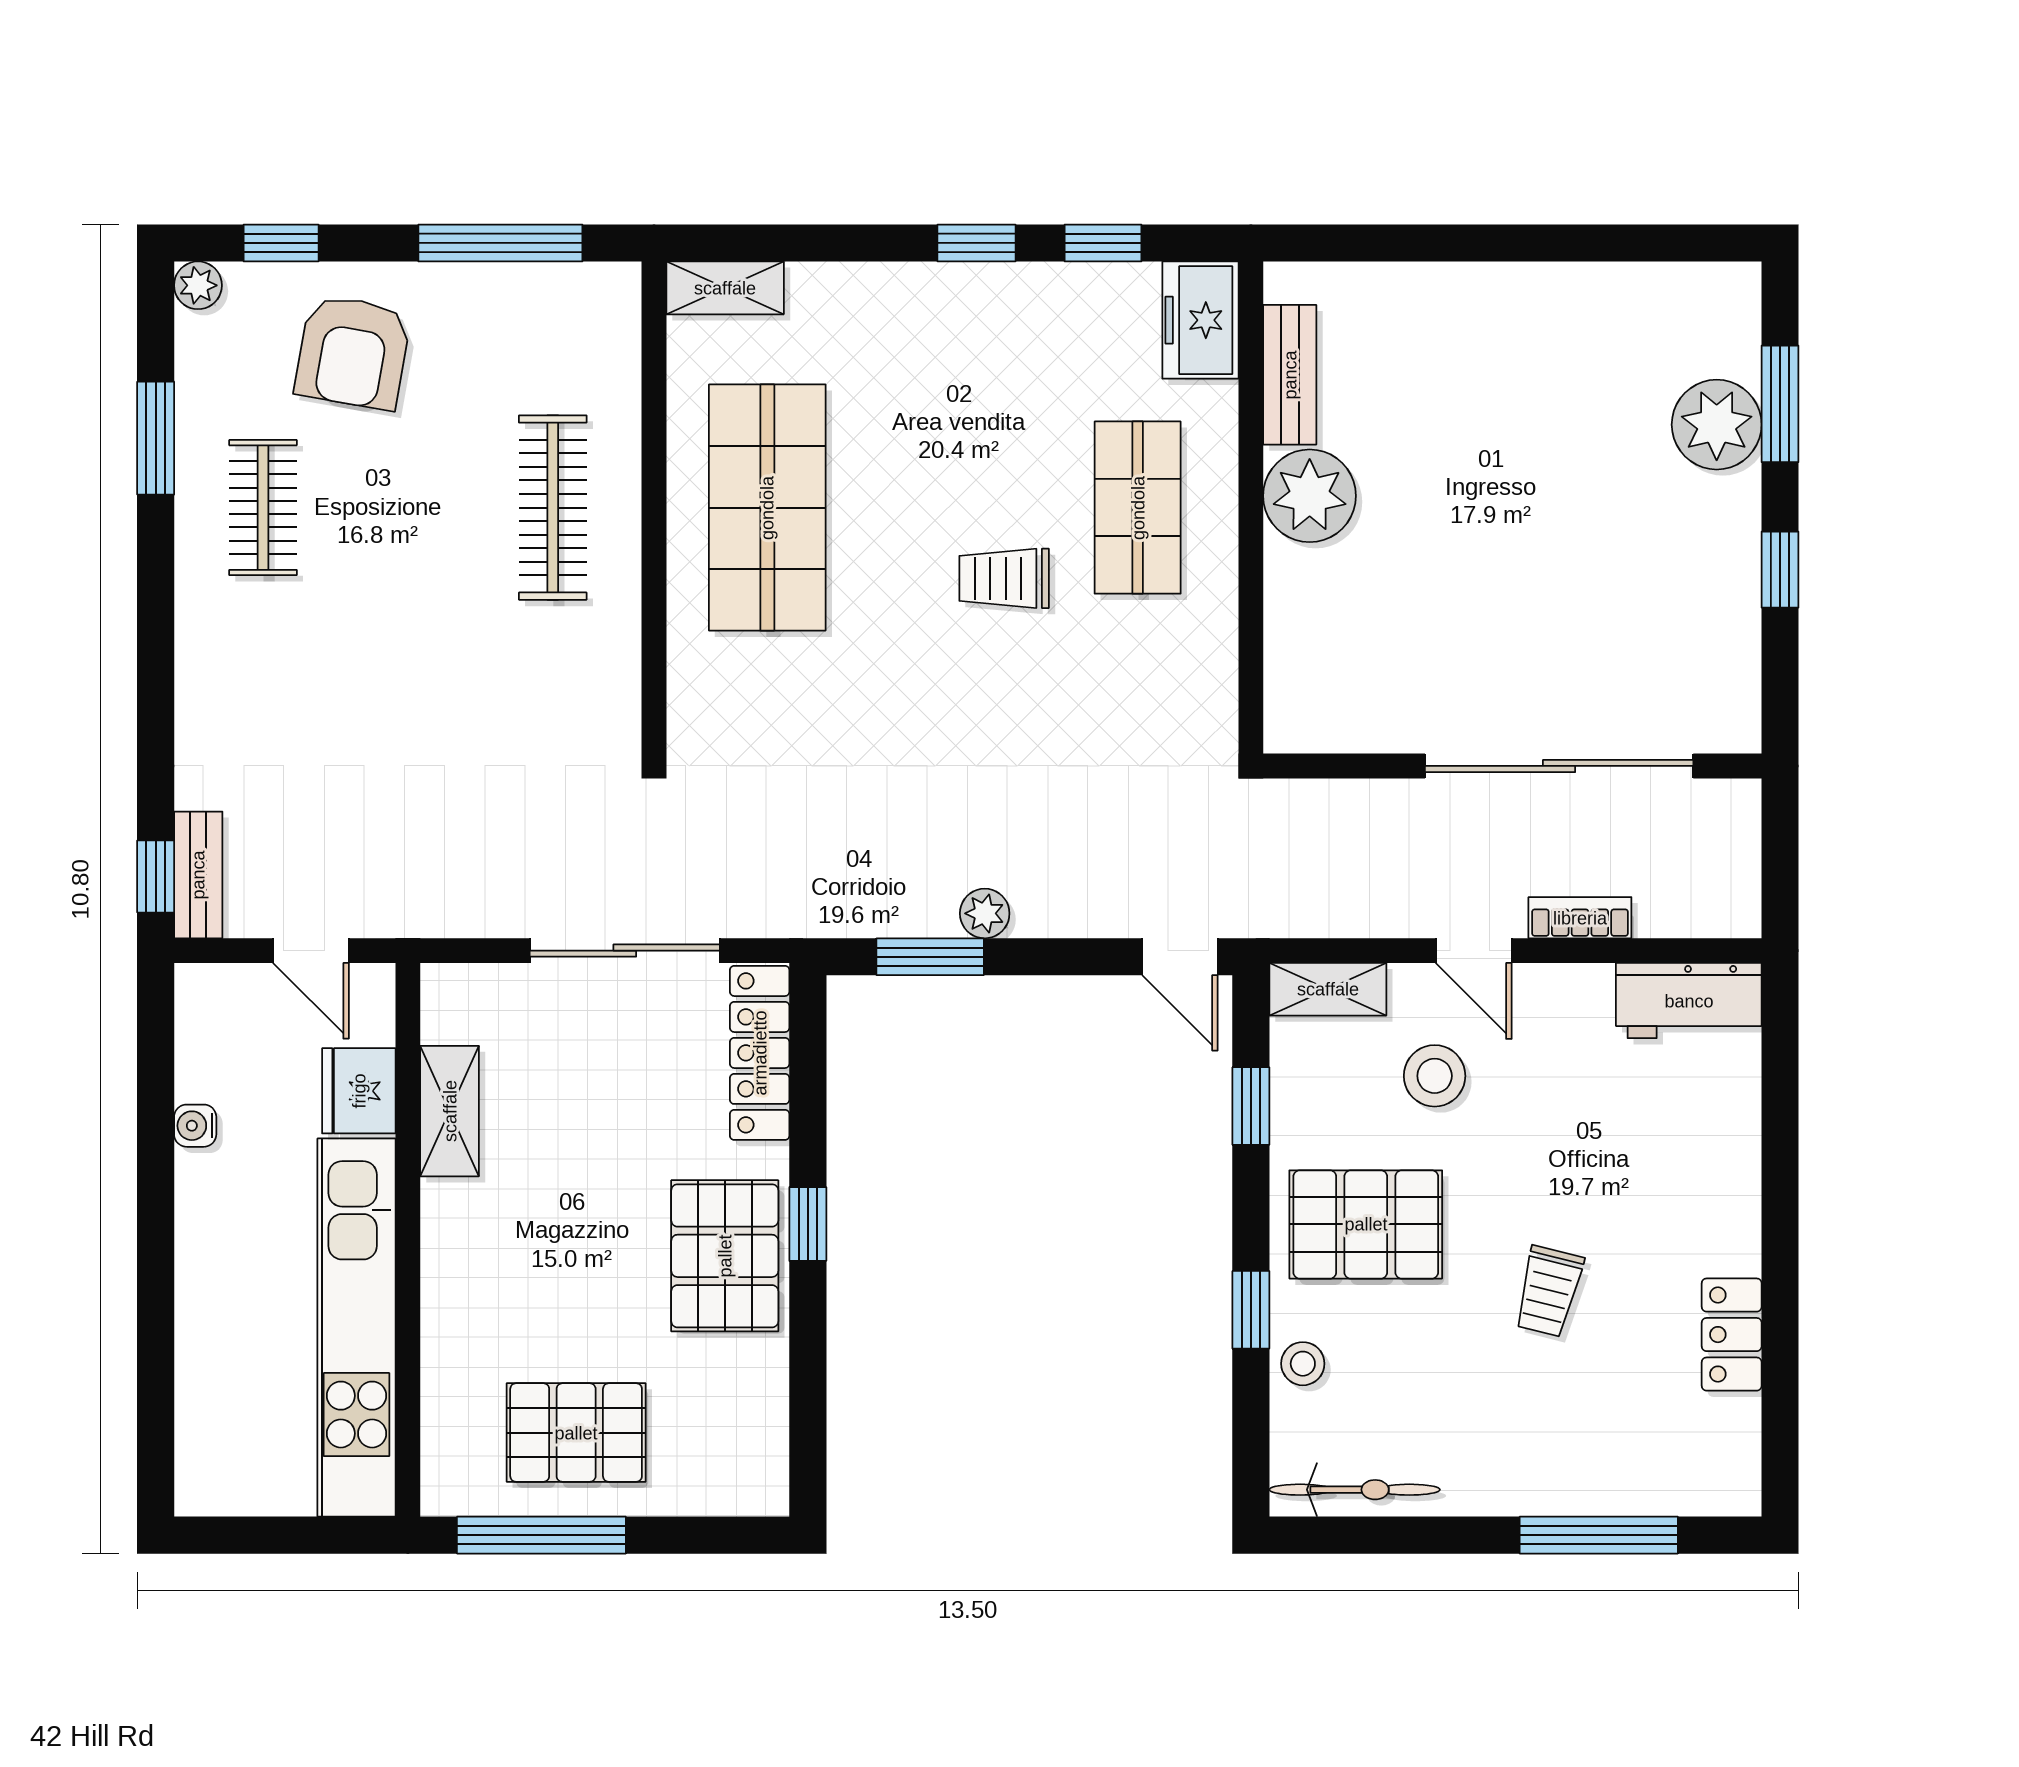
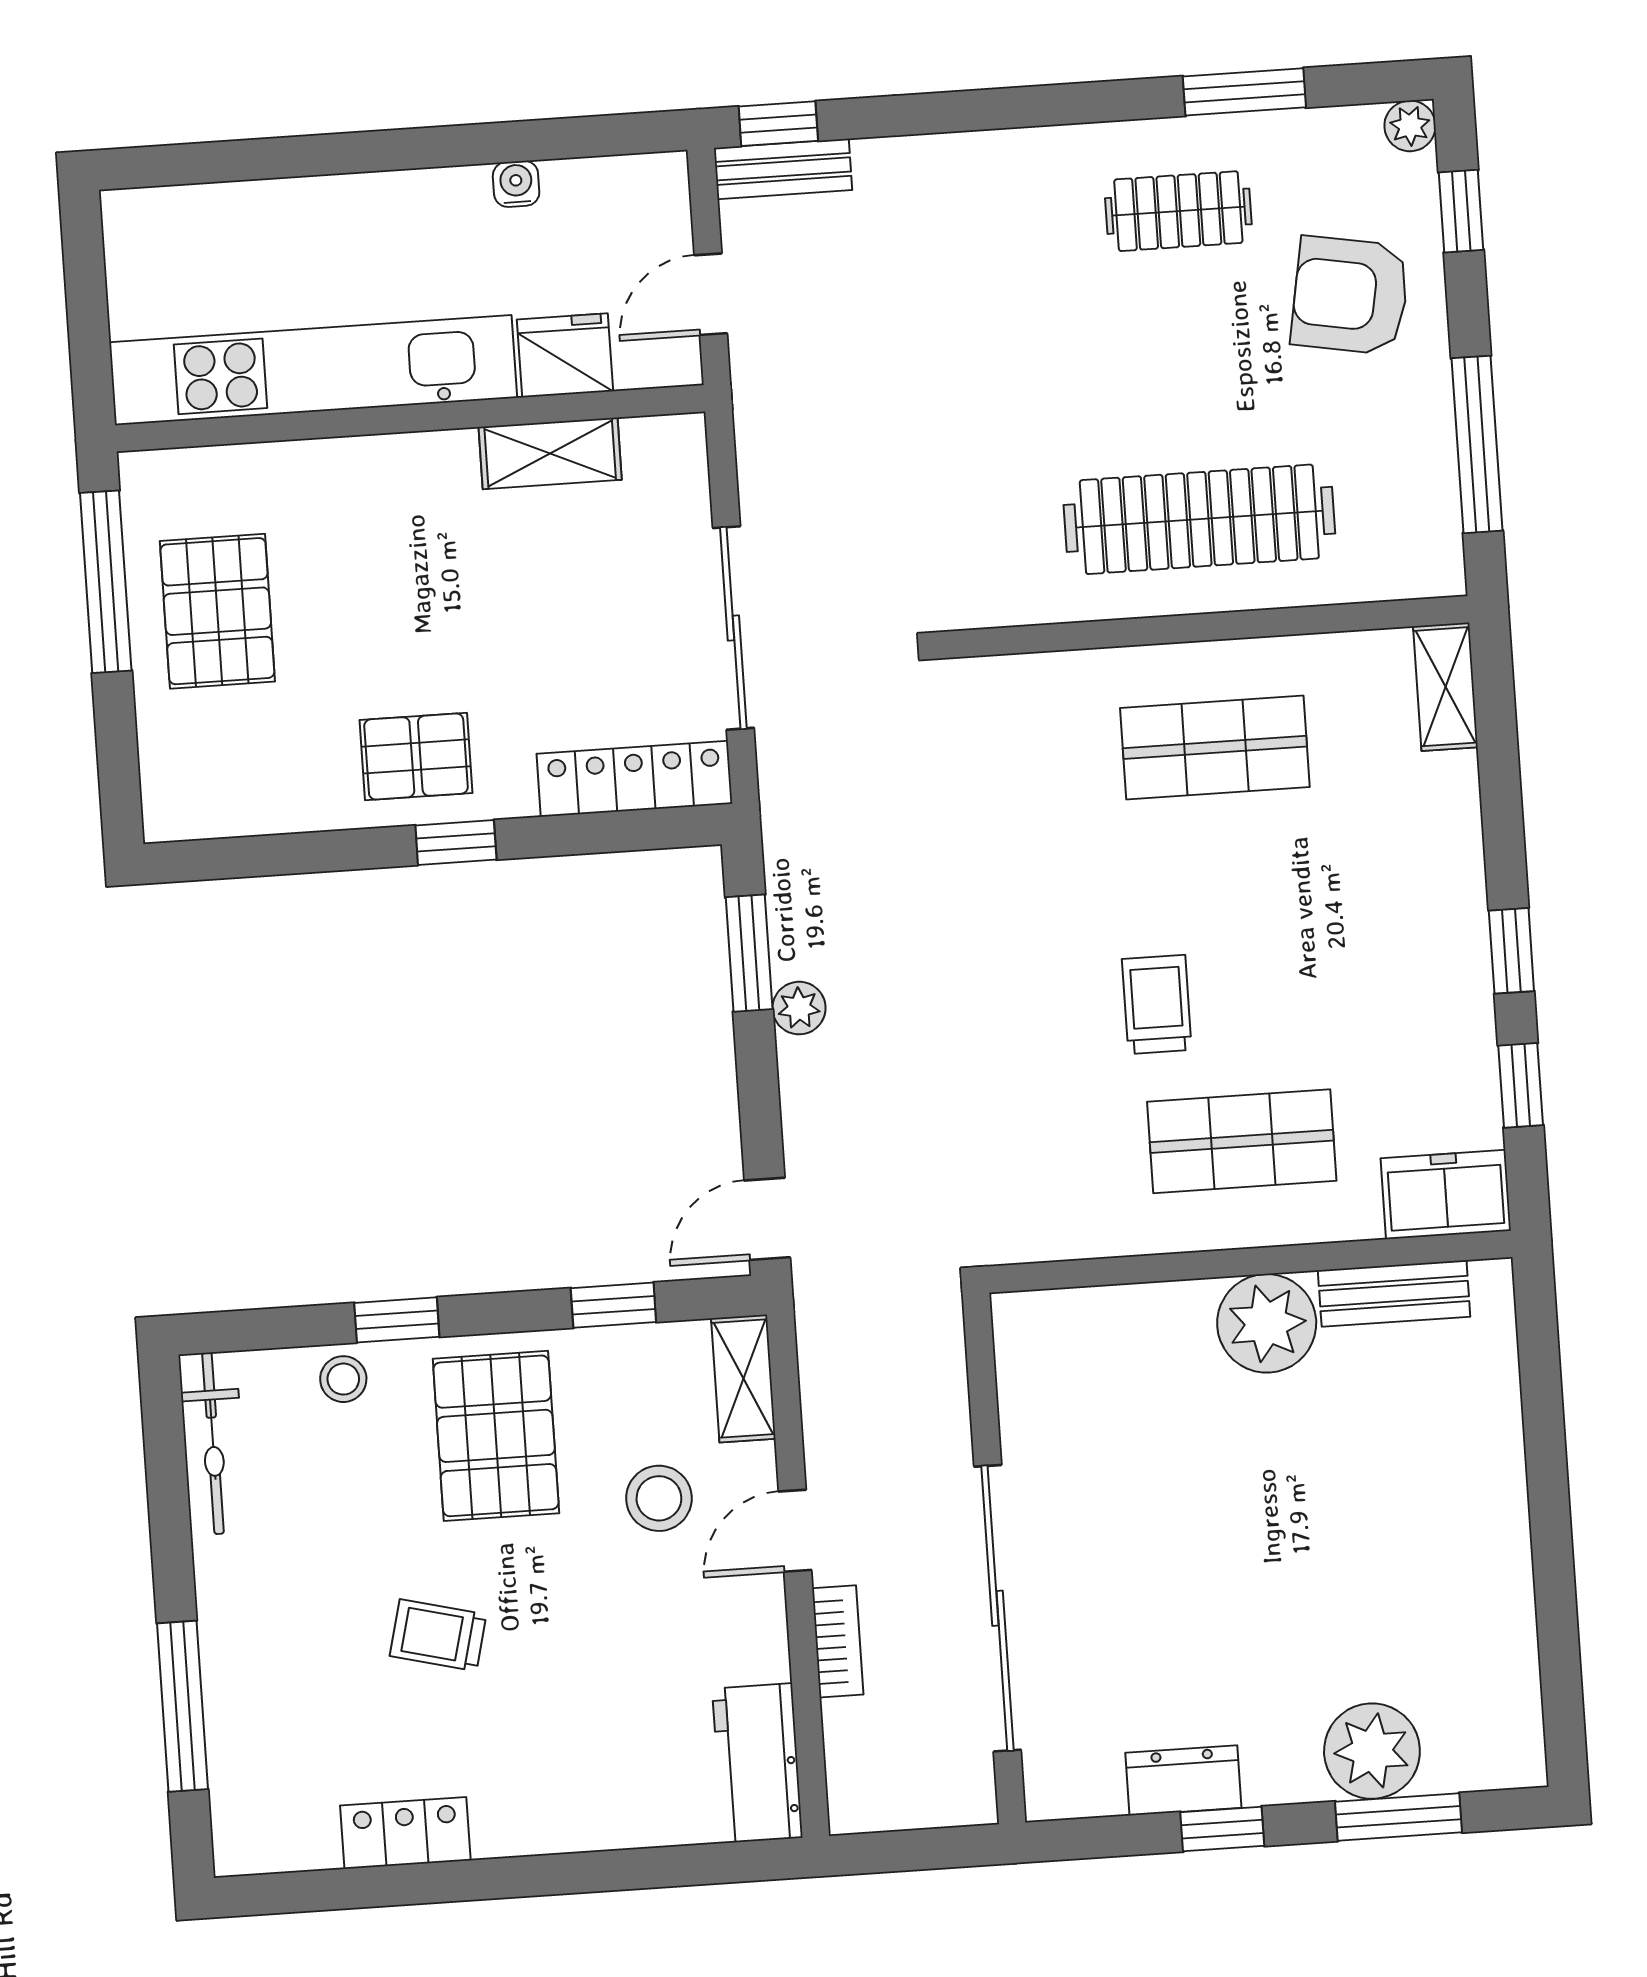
clothes rail: (553, 508) -> (1199, 519), width x1.37, depth x1.31
shop shelf: (767, 508) -> (1215, 747), width x0.70, depth x0.74
dresser: (1732, 603) -> (1183, 1780), added
pallet: (725, 1256) -> (416, 757), width x0.67, depth x0.71

